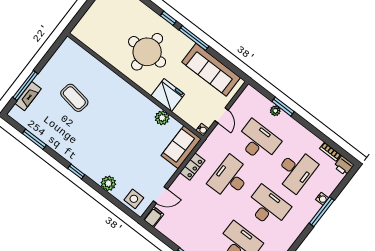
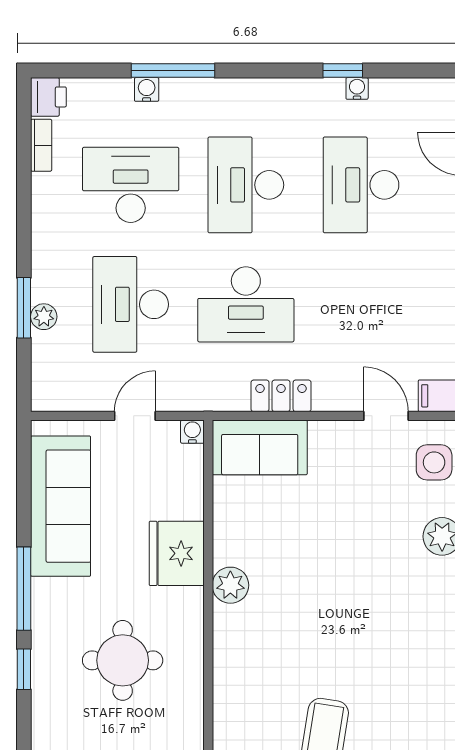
round table: (147, 52) -> (123, 660), width x0.73, depth x0.73
plant: (162, 118) -> (230, 585), moved

